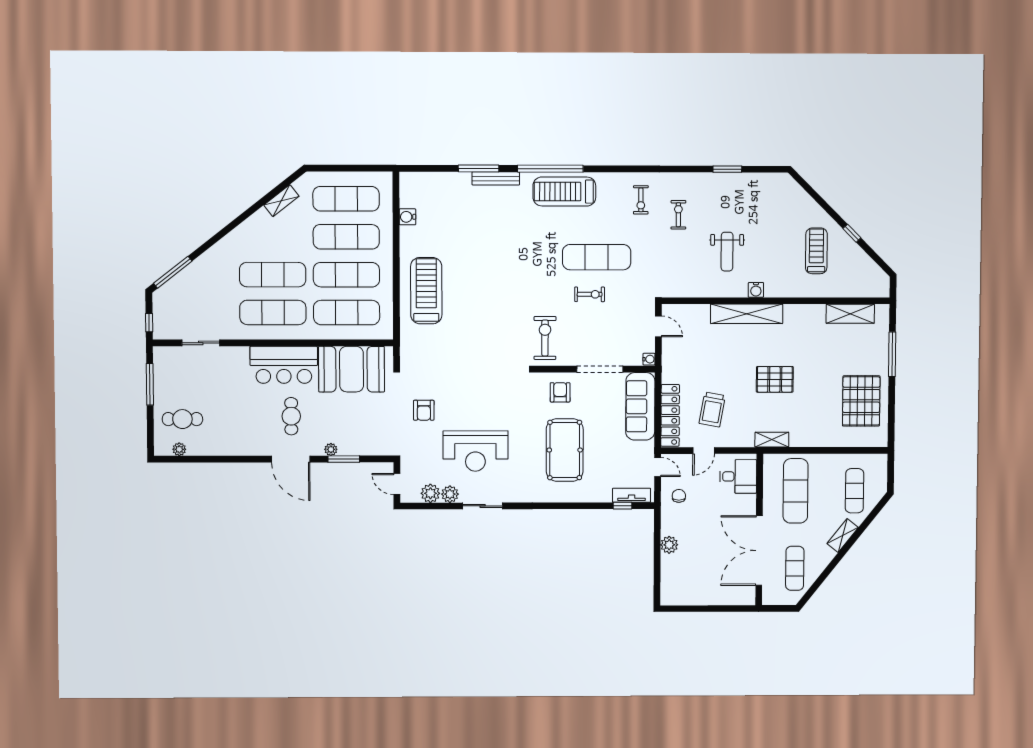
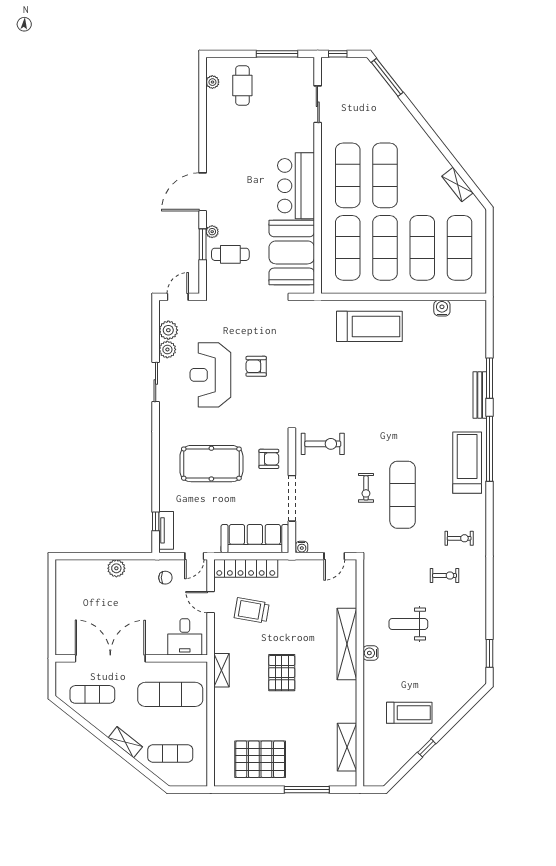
window: (727, 169) -> (490, 653), moved
exercise bike: (641, 200) -> (459, 538), turned 180
armchair: (424, 410) -> (256, 366), moved
cafe table: (291, 416) -> (230, 254), moved

